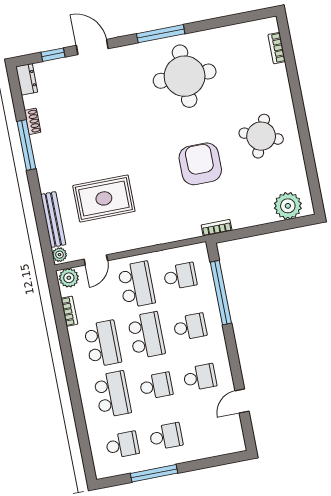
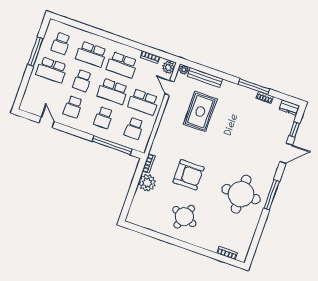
plant: (288, 206) -> (147, 183), moved
school desk: (166, 436) -> (52, 70), width x1.85

